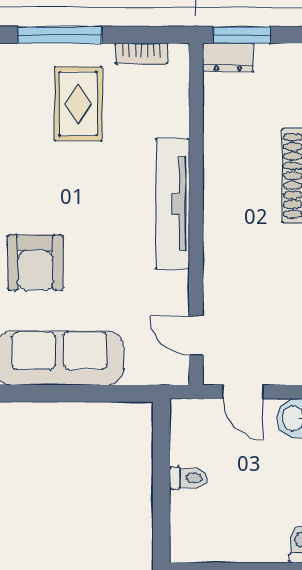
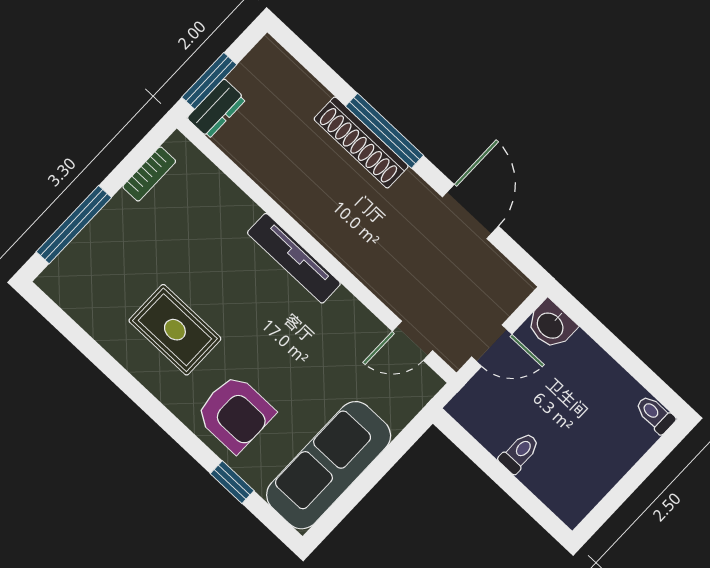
rug: (78, 104) -> (175, 330), moved
tv unit: (173, 204) -> (294, 258), width x0.73, depth x0.78

